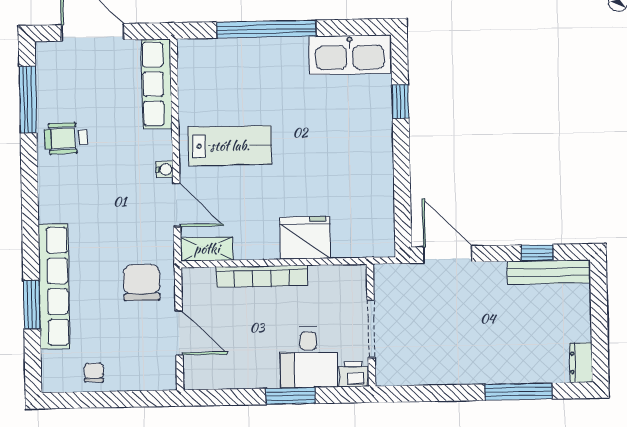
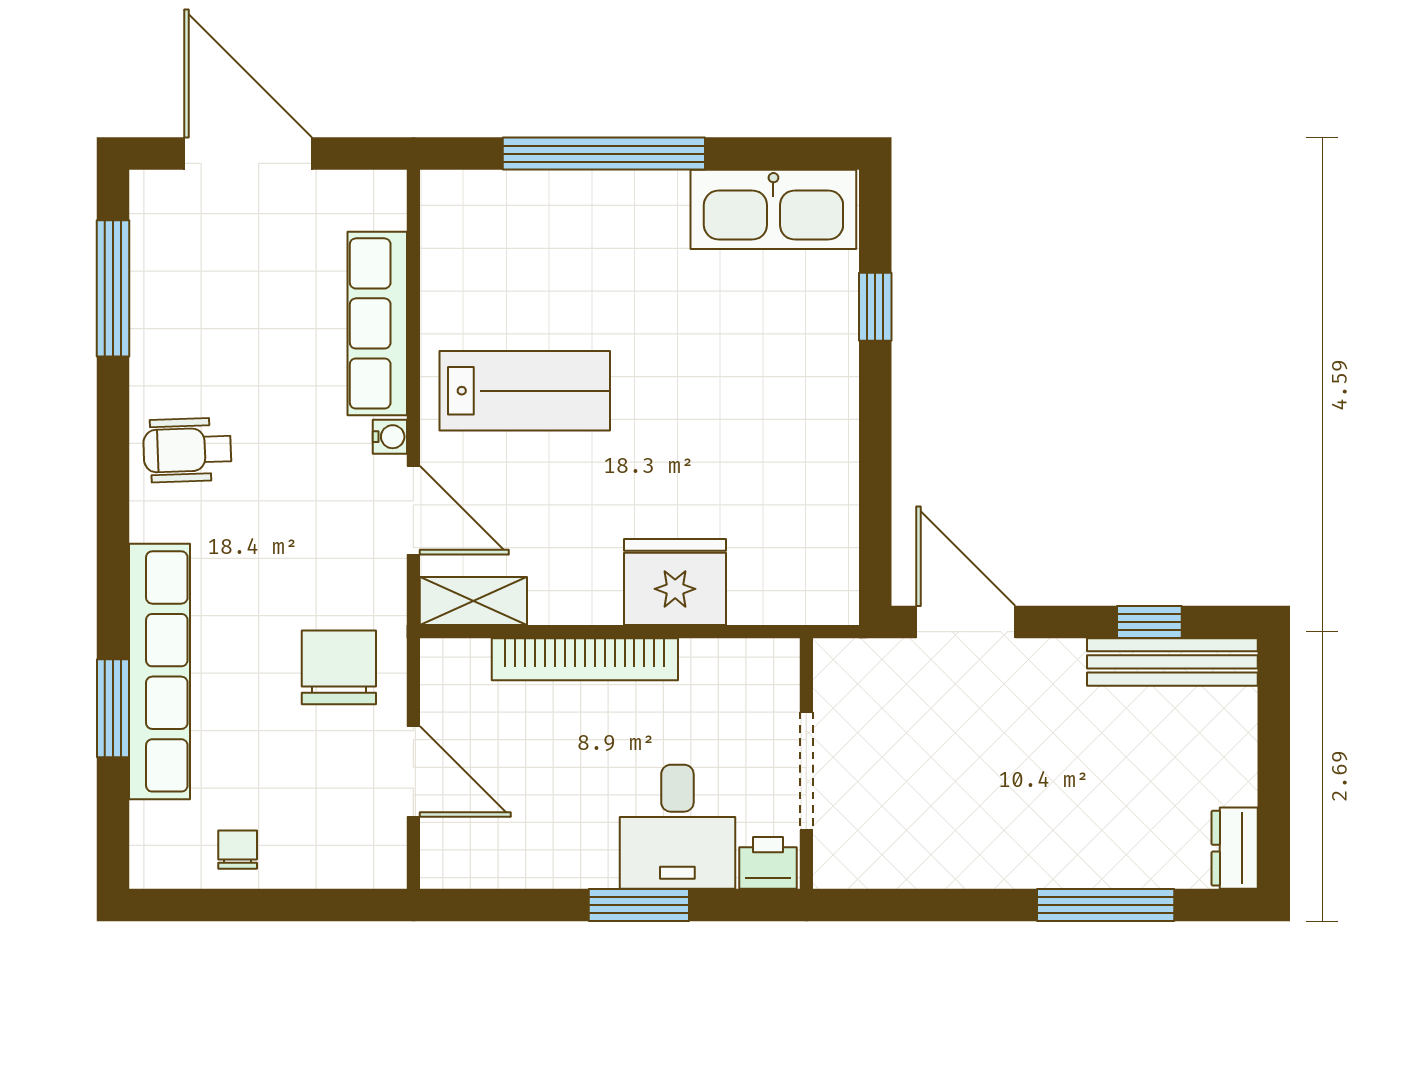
row of seats: (157, 84) -> (377, 323), moved
wheelchair: (66, 138) -> (187, 450), moved

